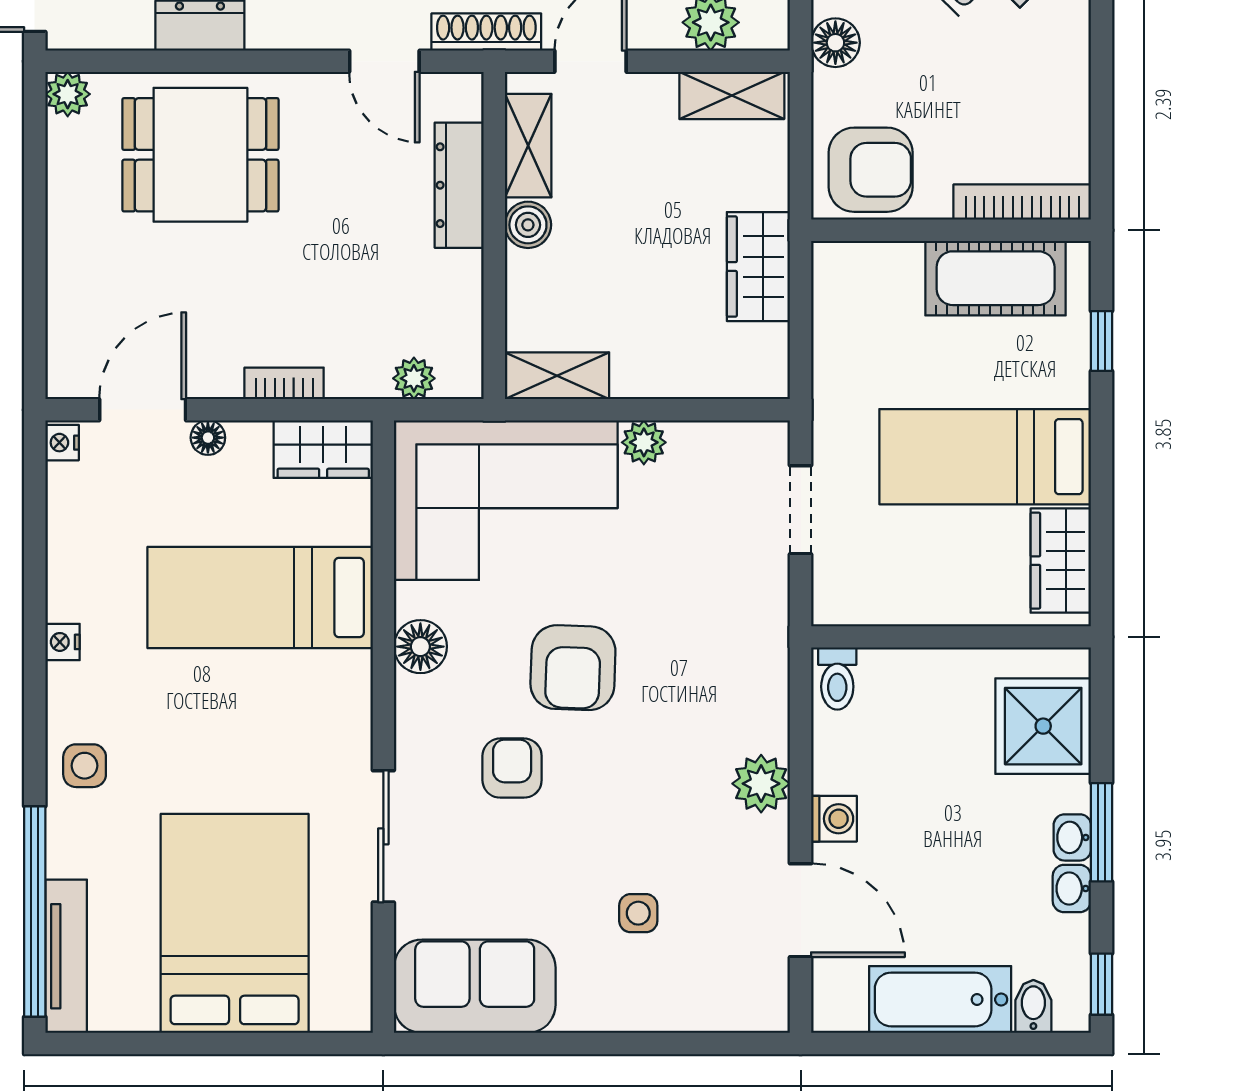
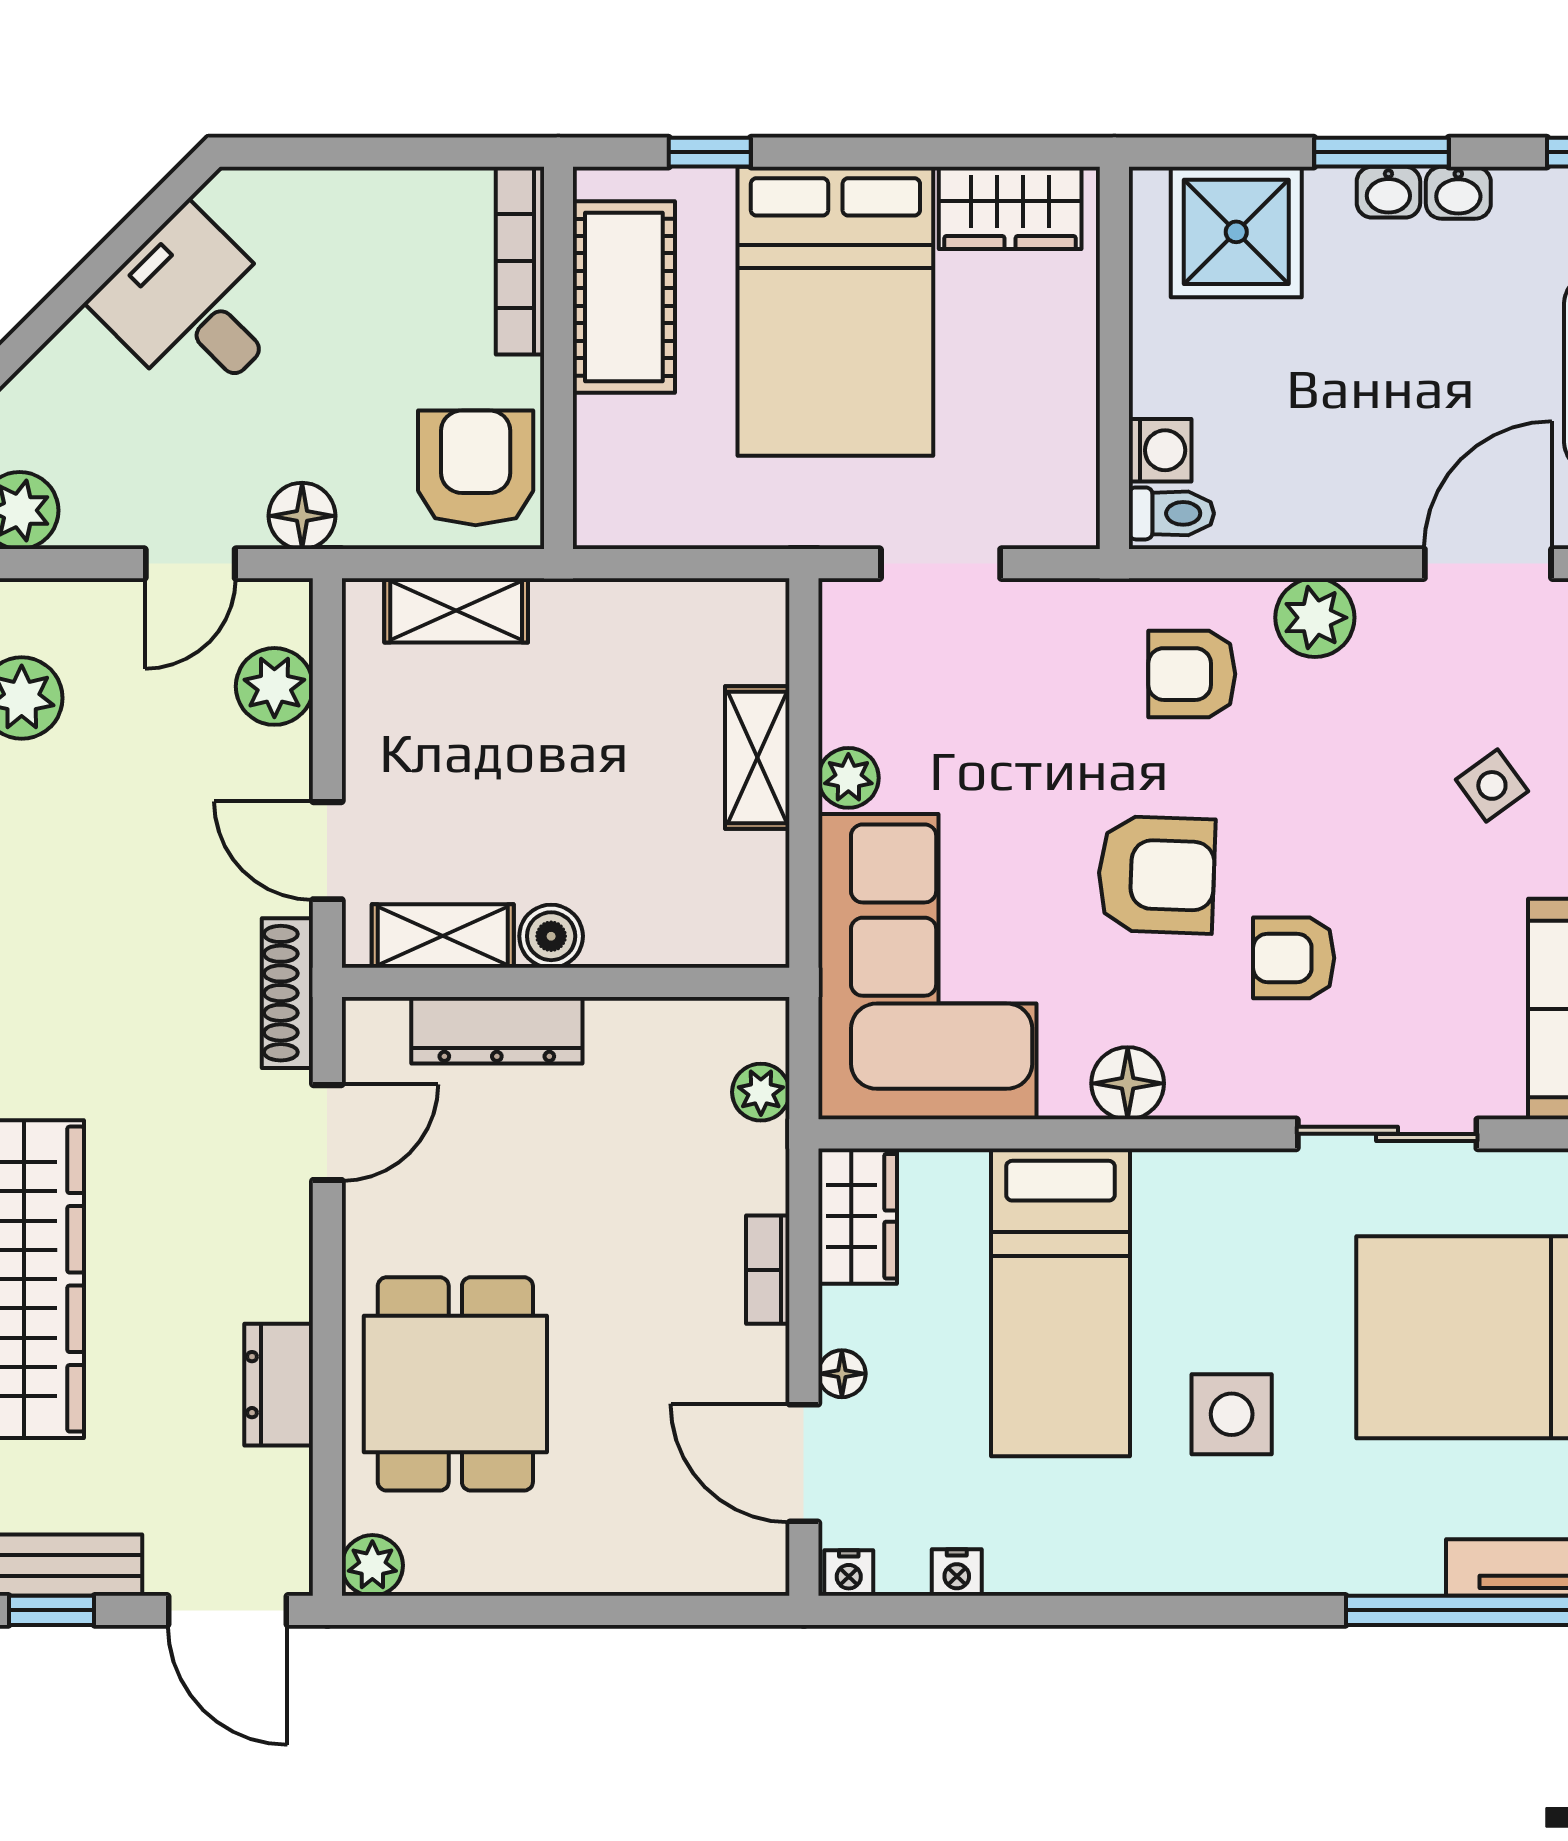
shelving: (732, 95) -> (456, 610), moved, turned 90
wardrobe: (758, 267) -> (608, 621), removed
shelving: (557, 376) -> (757, 758), moved
bed: (985, 457) -> (835, 311), width x1.50
nightstand: (63, 642) -> (957, 1572), moved
armchair: (720, 693) -> (1192, 674), added
side table: (85, 766) -> (1232, 1414), moved, width x1.37, depth x1.37
washing machine: (834, 819) -> (1160, 450), moved, turned 90
side table: (638, 913) -> (1492, 785), turned -36

